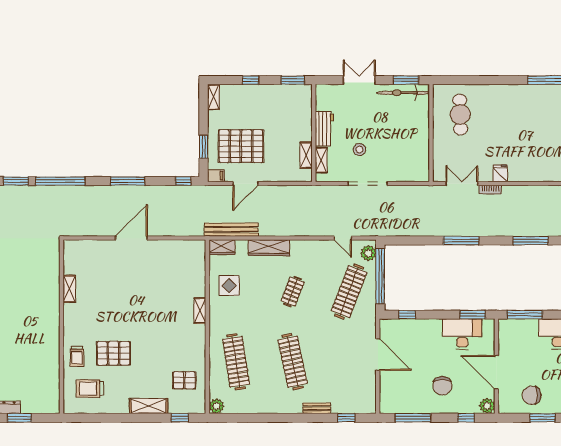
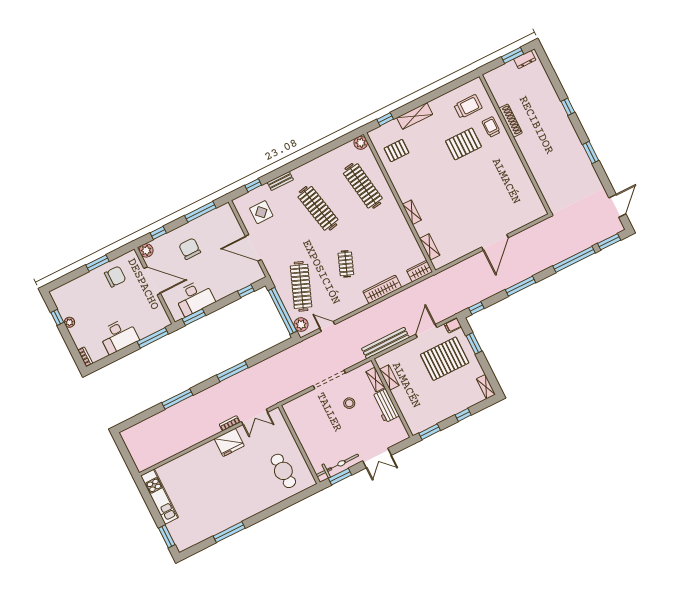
fridge: (500, 173) -> (229, 442), width x1.88, depth x1.34
bench: (231, 230) -> (385, 343), moved
display table: (229, 286) -> (261, 212), moved
shelving: (69, 289) -> (430, 247), moved
shoe rack: (54, 353) -> (511, 121), added

